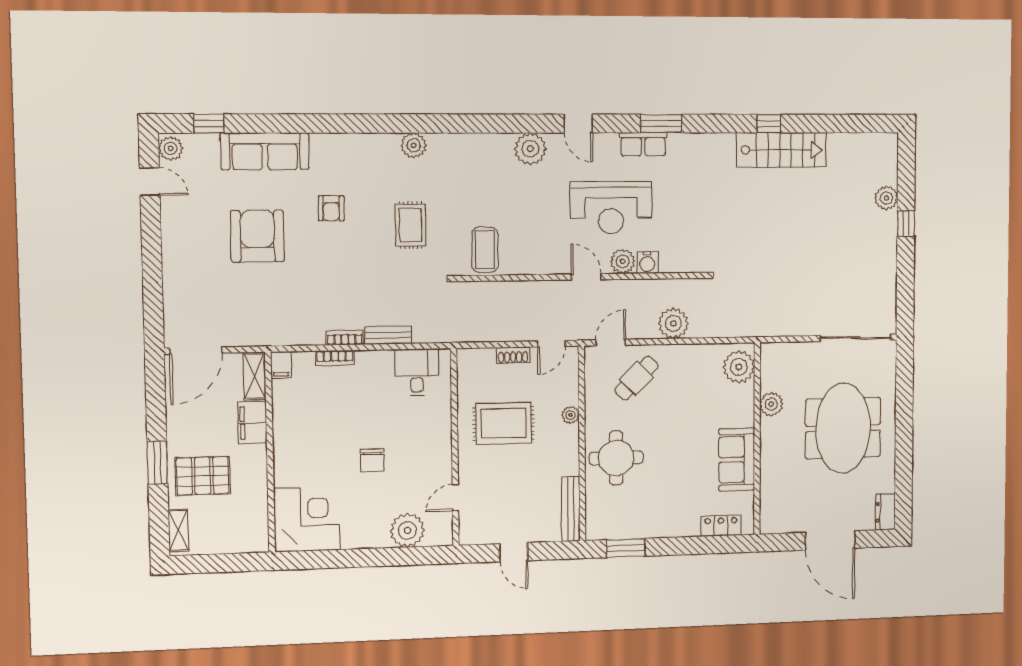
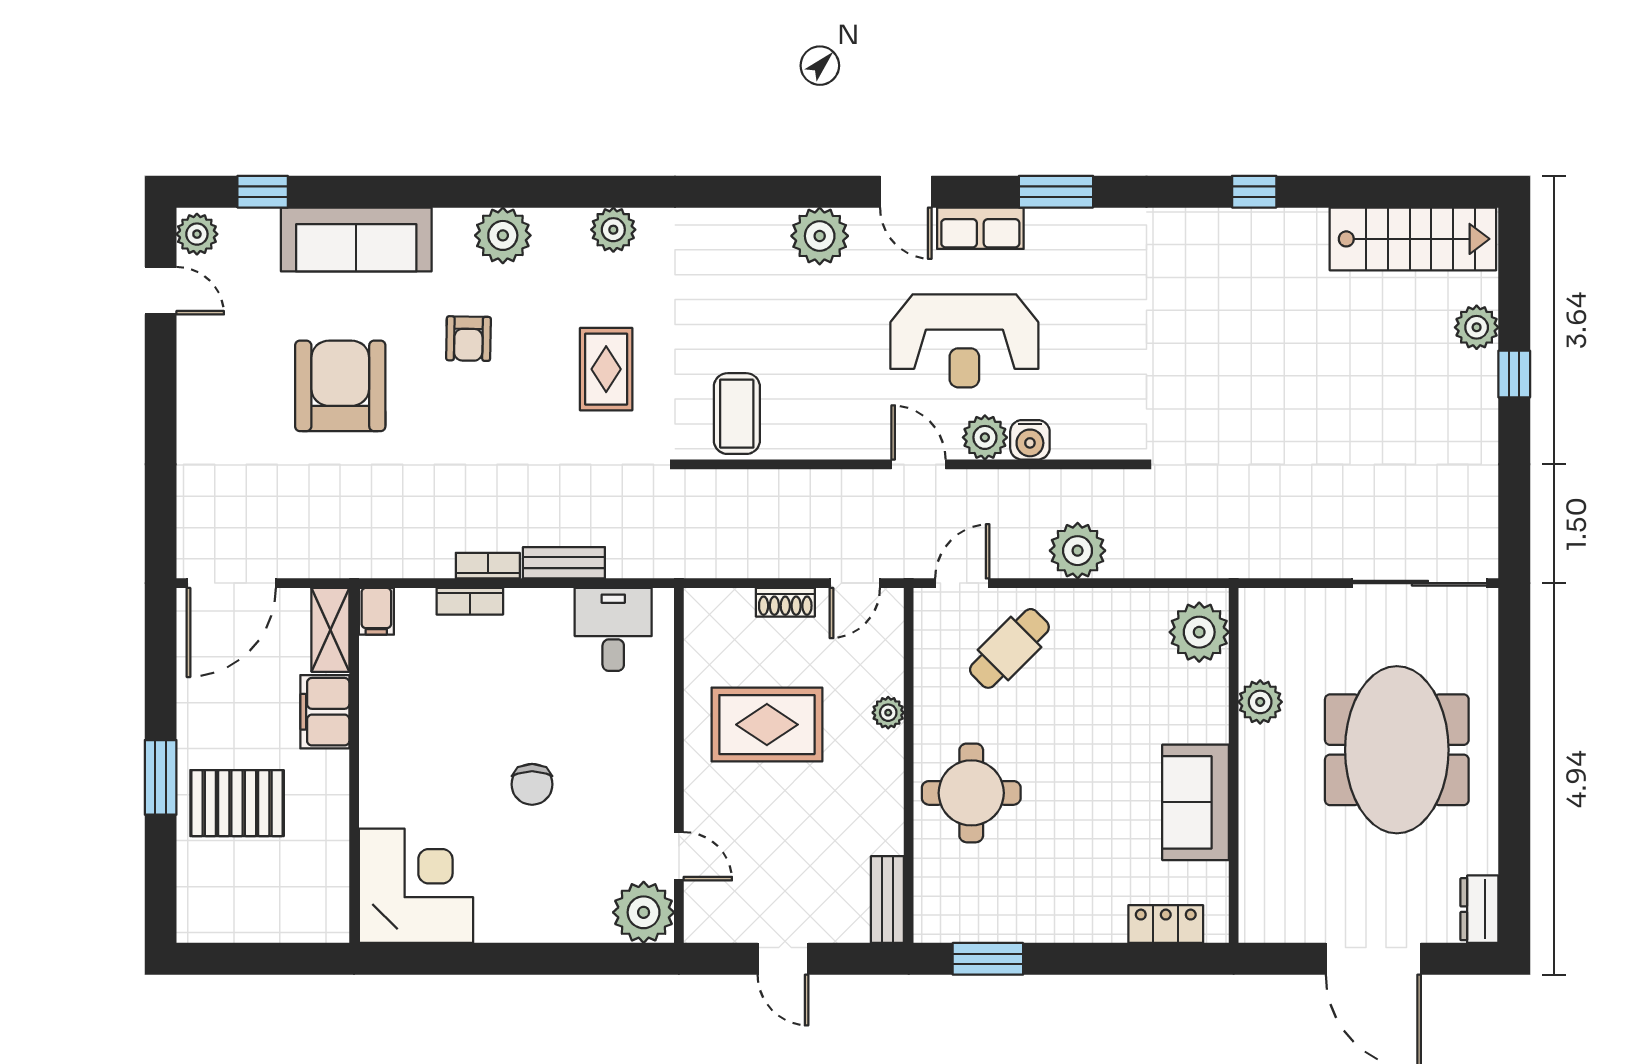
row of seats: (643, 144) -> (980, 228), moved
plant: (350, 149) -> (503, 235), added
stairs: (781, 150) -> (1413, 239), moved
door: (455, 498) -> (679, 856), swing flipped
bench: (571, 509) -> (887, 900), width x0.73
shelving: (178, 530) -> (193, 898), removed
plant: (407, 530) -> (644, 912), moved

